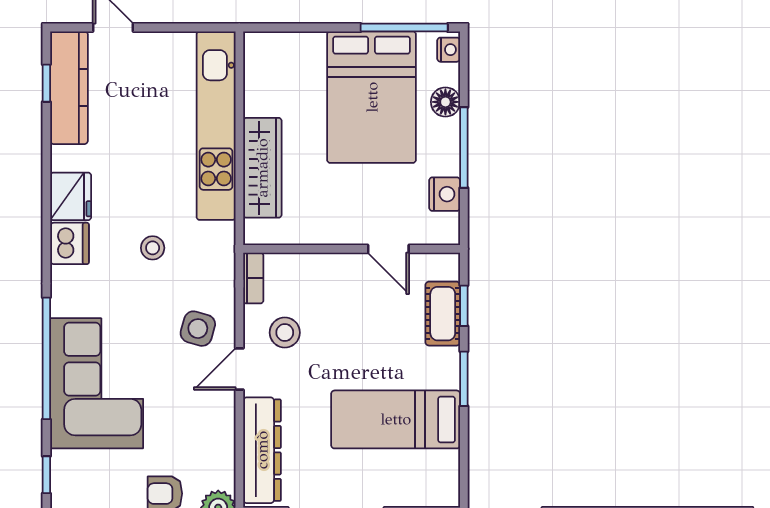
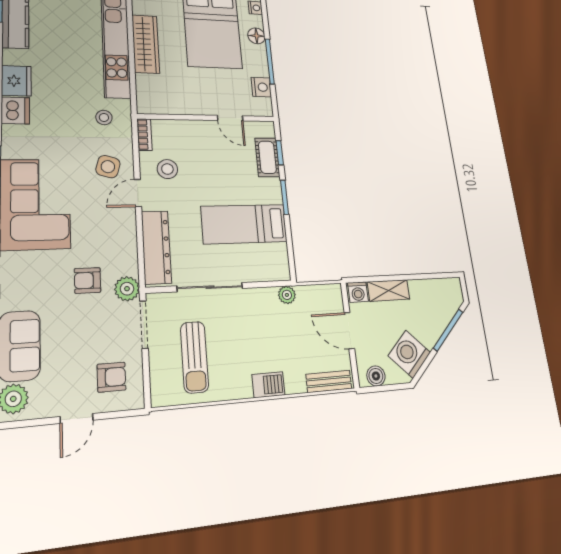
wardrobe: (262, 168) -> (146, 44), moved
stool: (153, 248) -> (104, 117), moved

